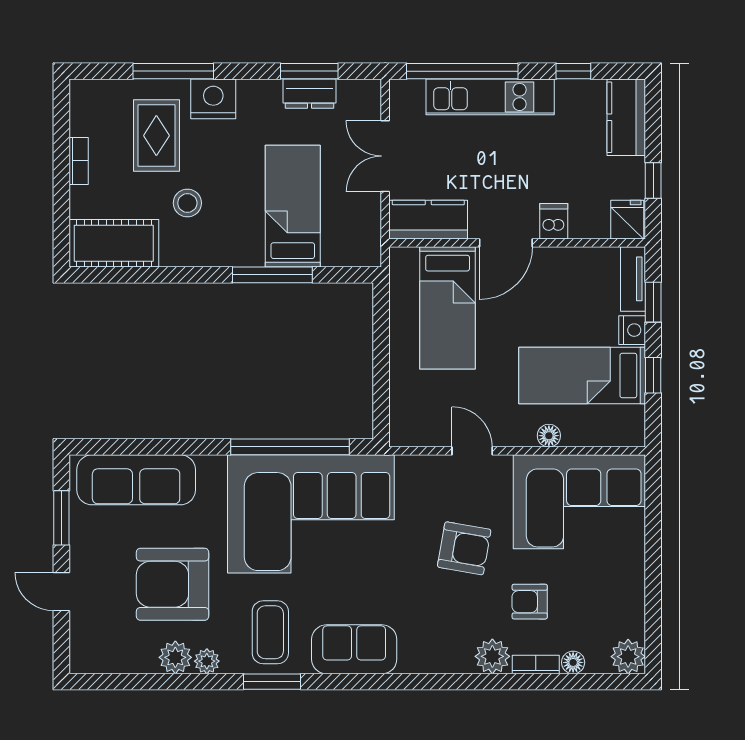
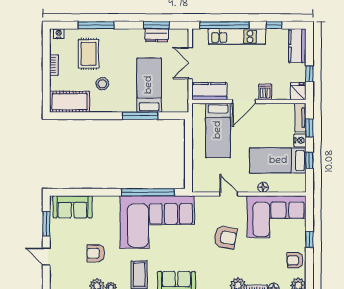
nightstand: (213, 99) -> (59, 34), moved, width x0.53, depth x0.56
sofa: (136, 480) -> (73, 207), width x0.73
window: (653, 553) -> (309, 239), added
armchair: (173, 584) -> (96, 253), width x0.53, depth x0.53
armchair: (530, 602) -> (295, 260), moved

